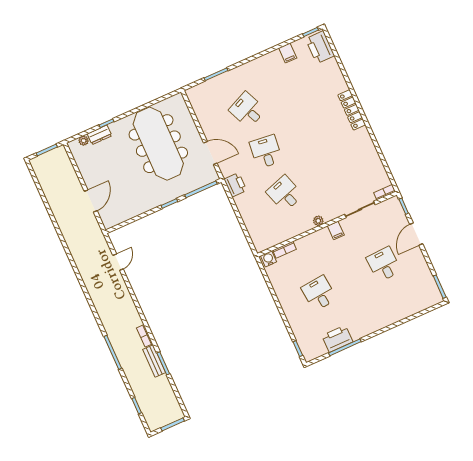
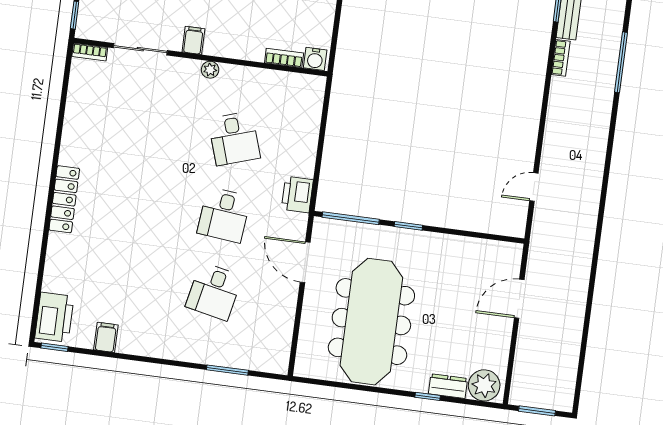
desk: (247, 110) -> (214, 291), turned 36
plant: (84, 141) -> (484, 385), width x1.88, depth x1.88

